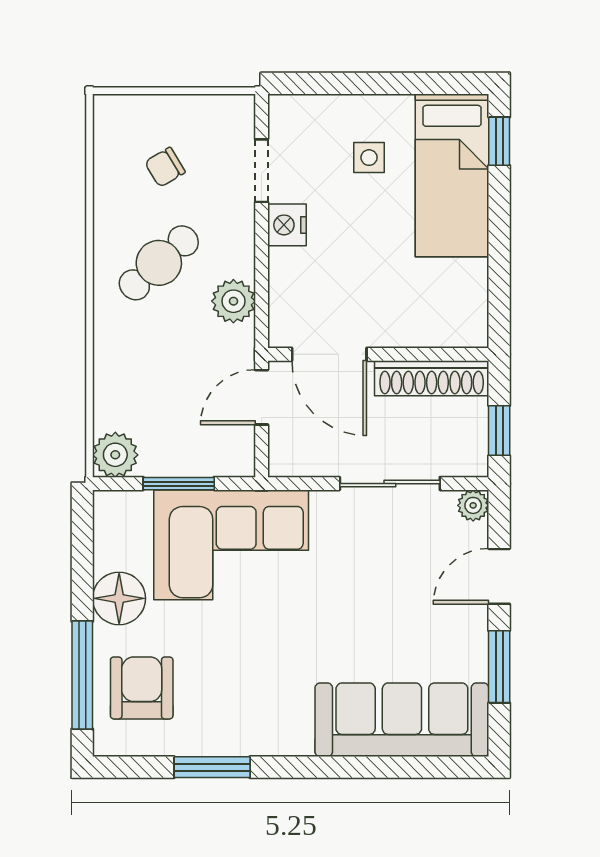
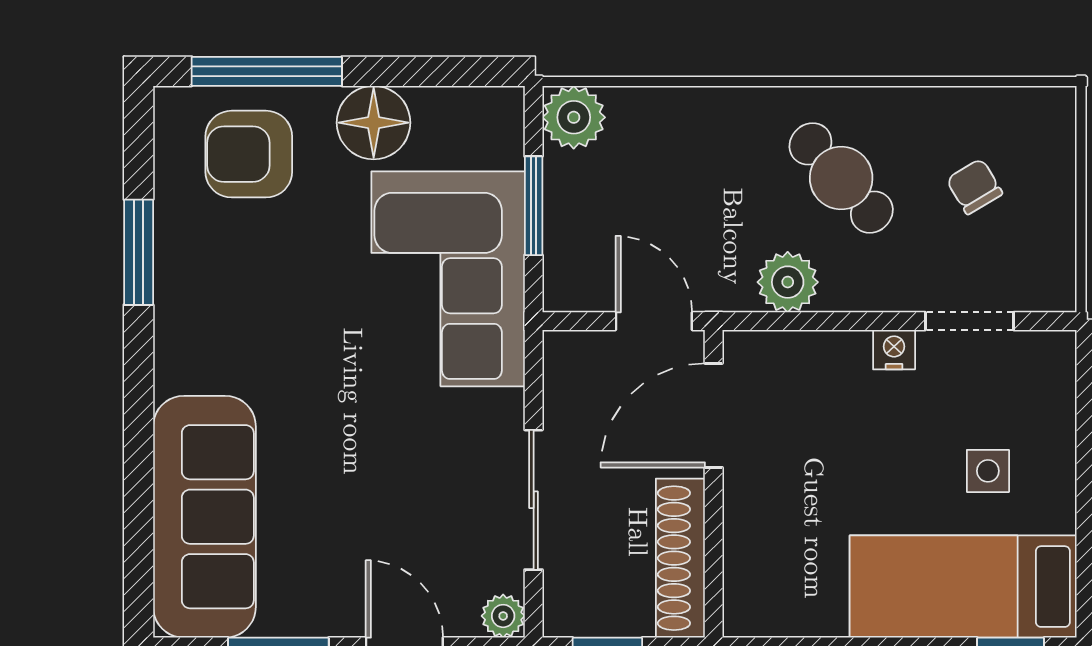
nightstand: (287, 225) -> (894, 350), width x0.72, depth x0.74
armchair: (142, 688) -> (249, 154), turned 180

